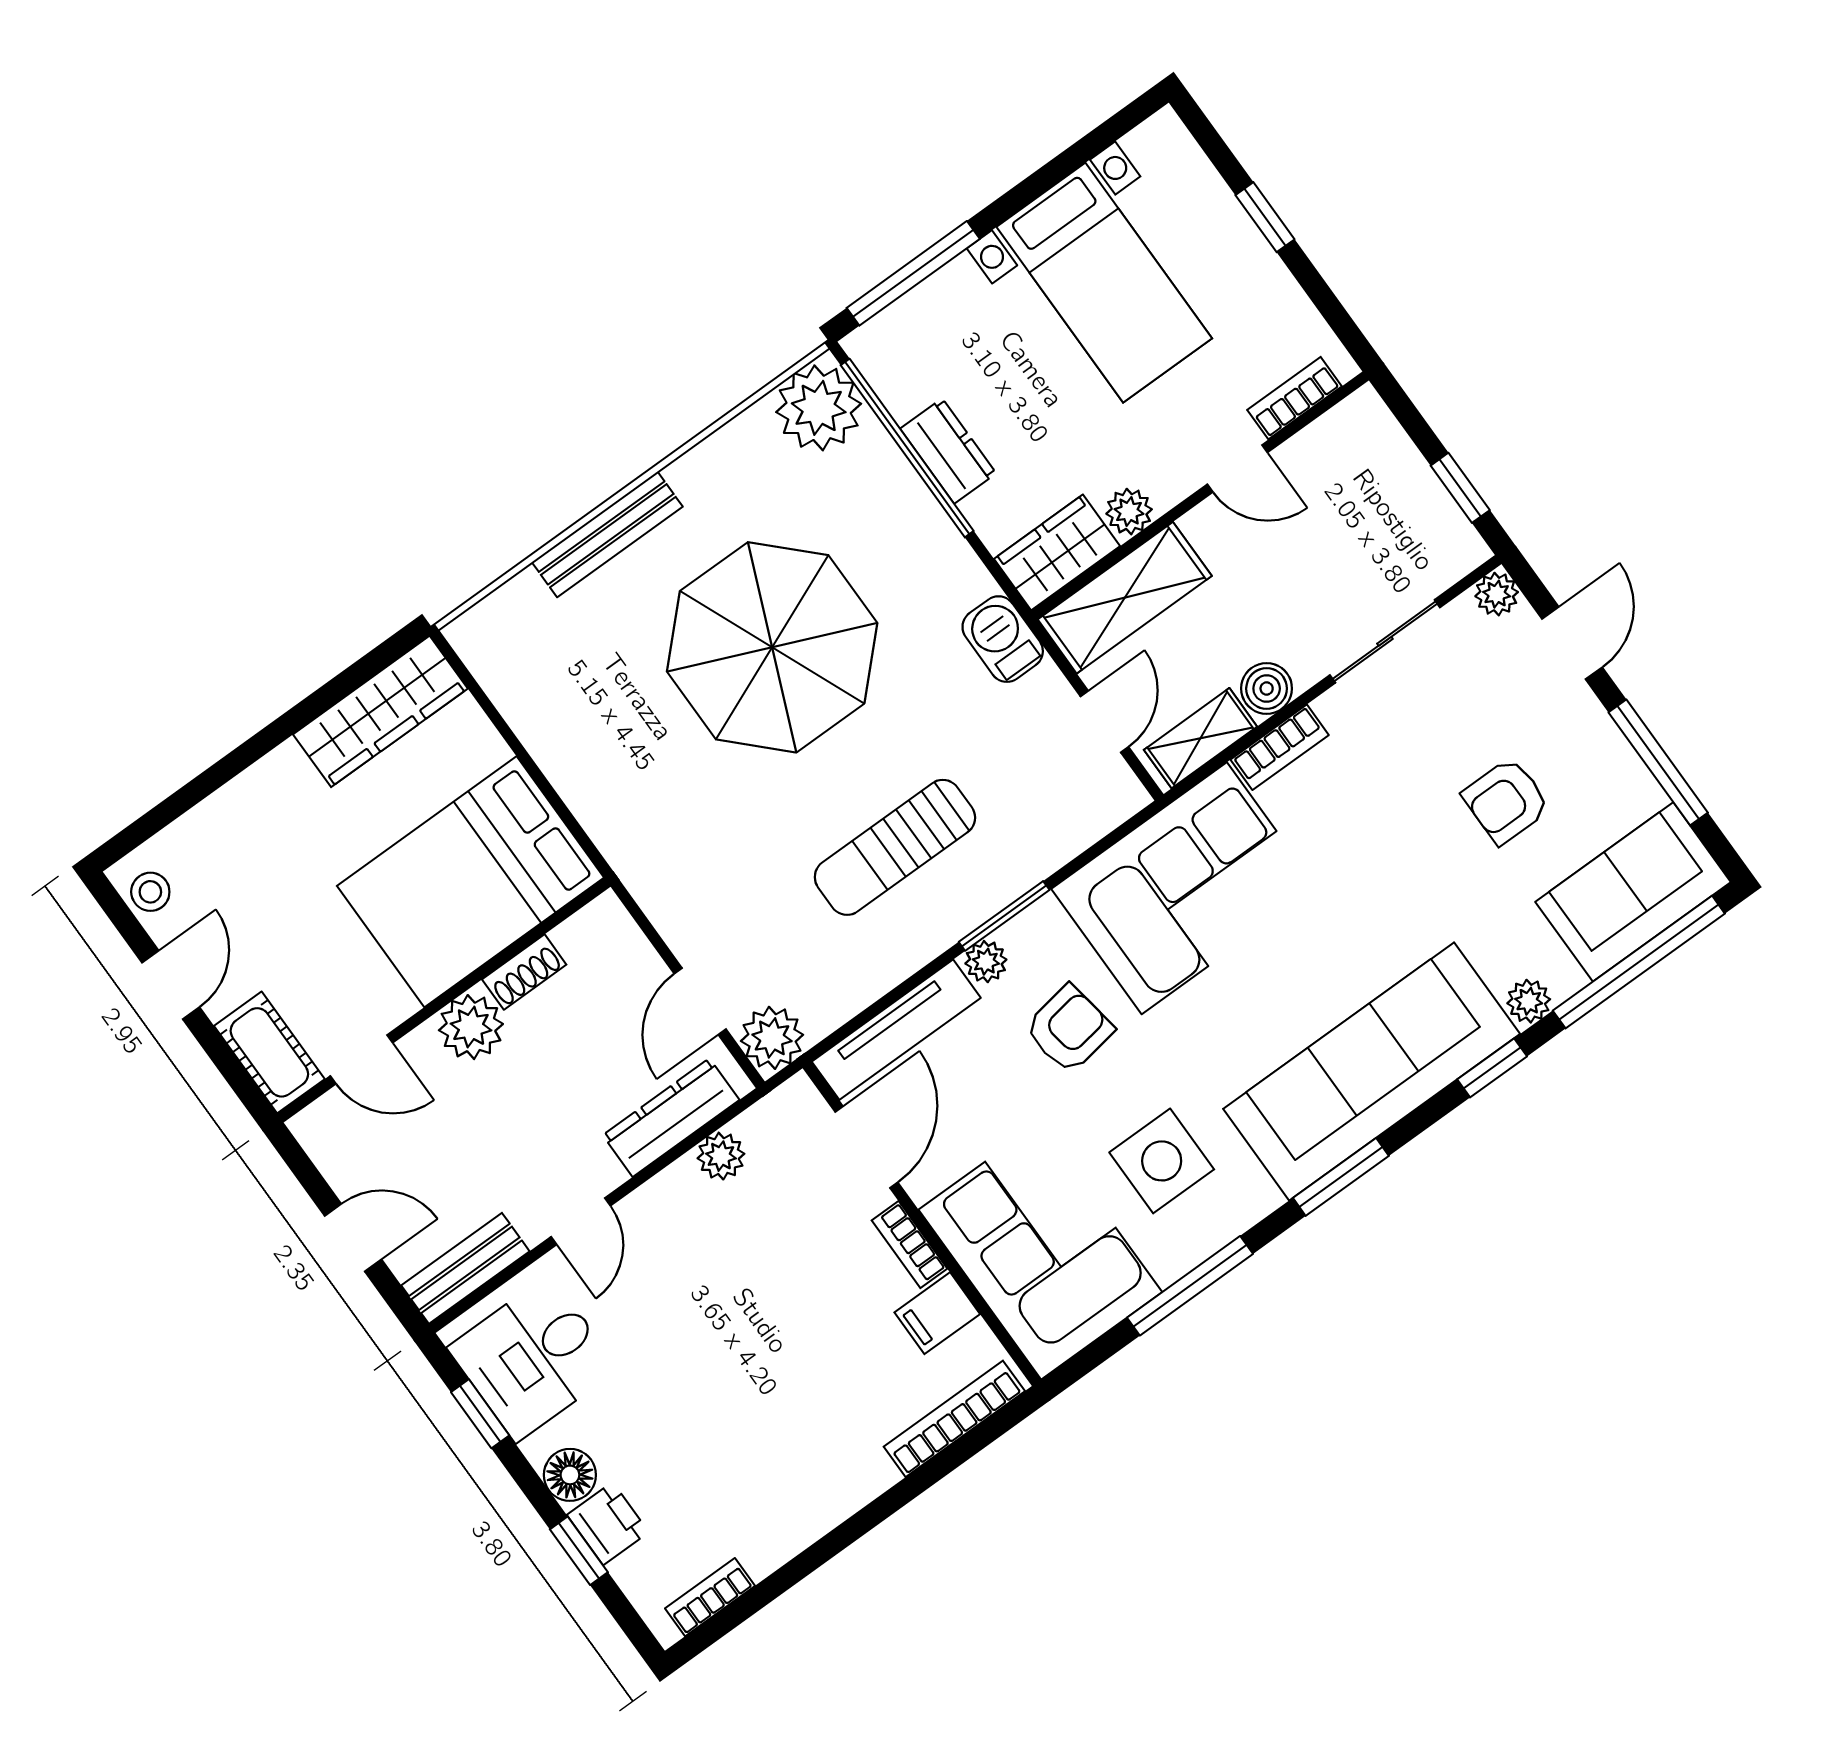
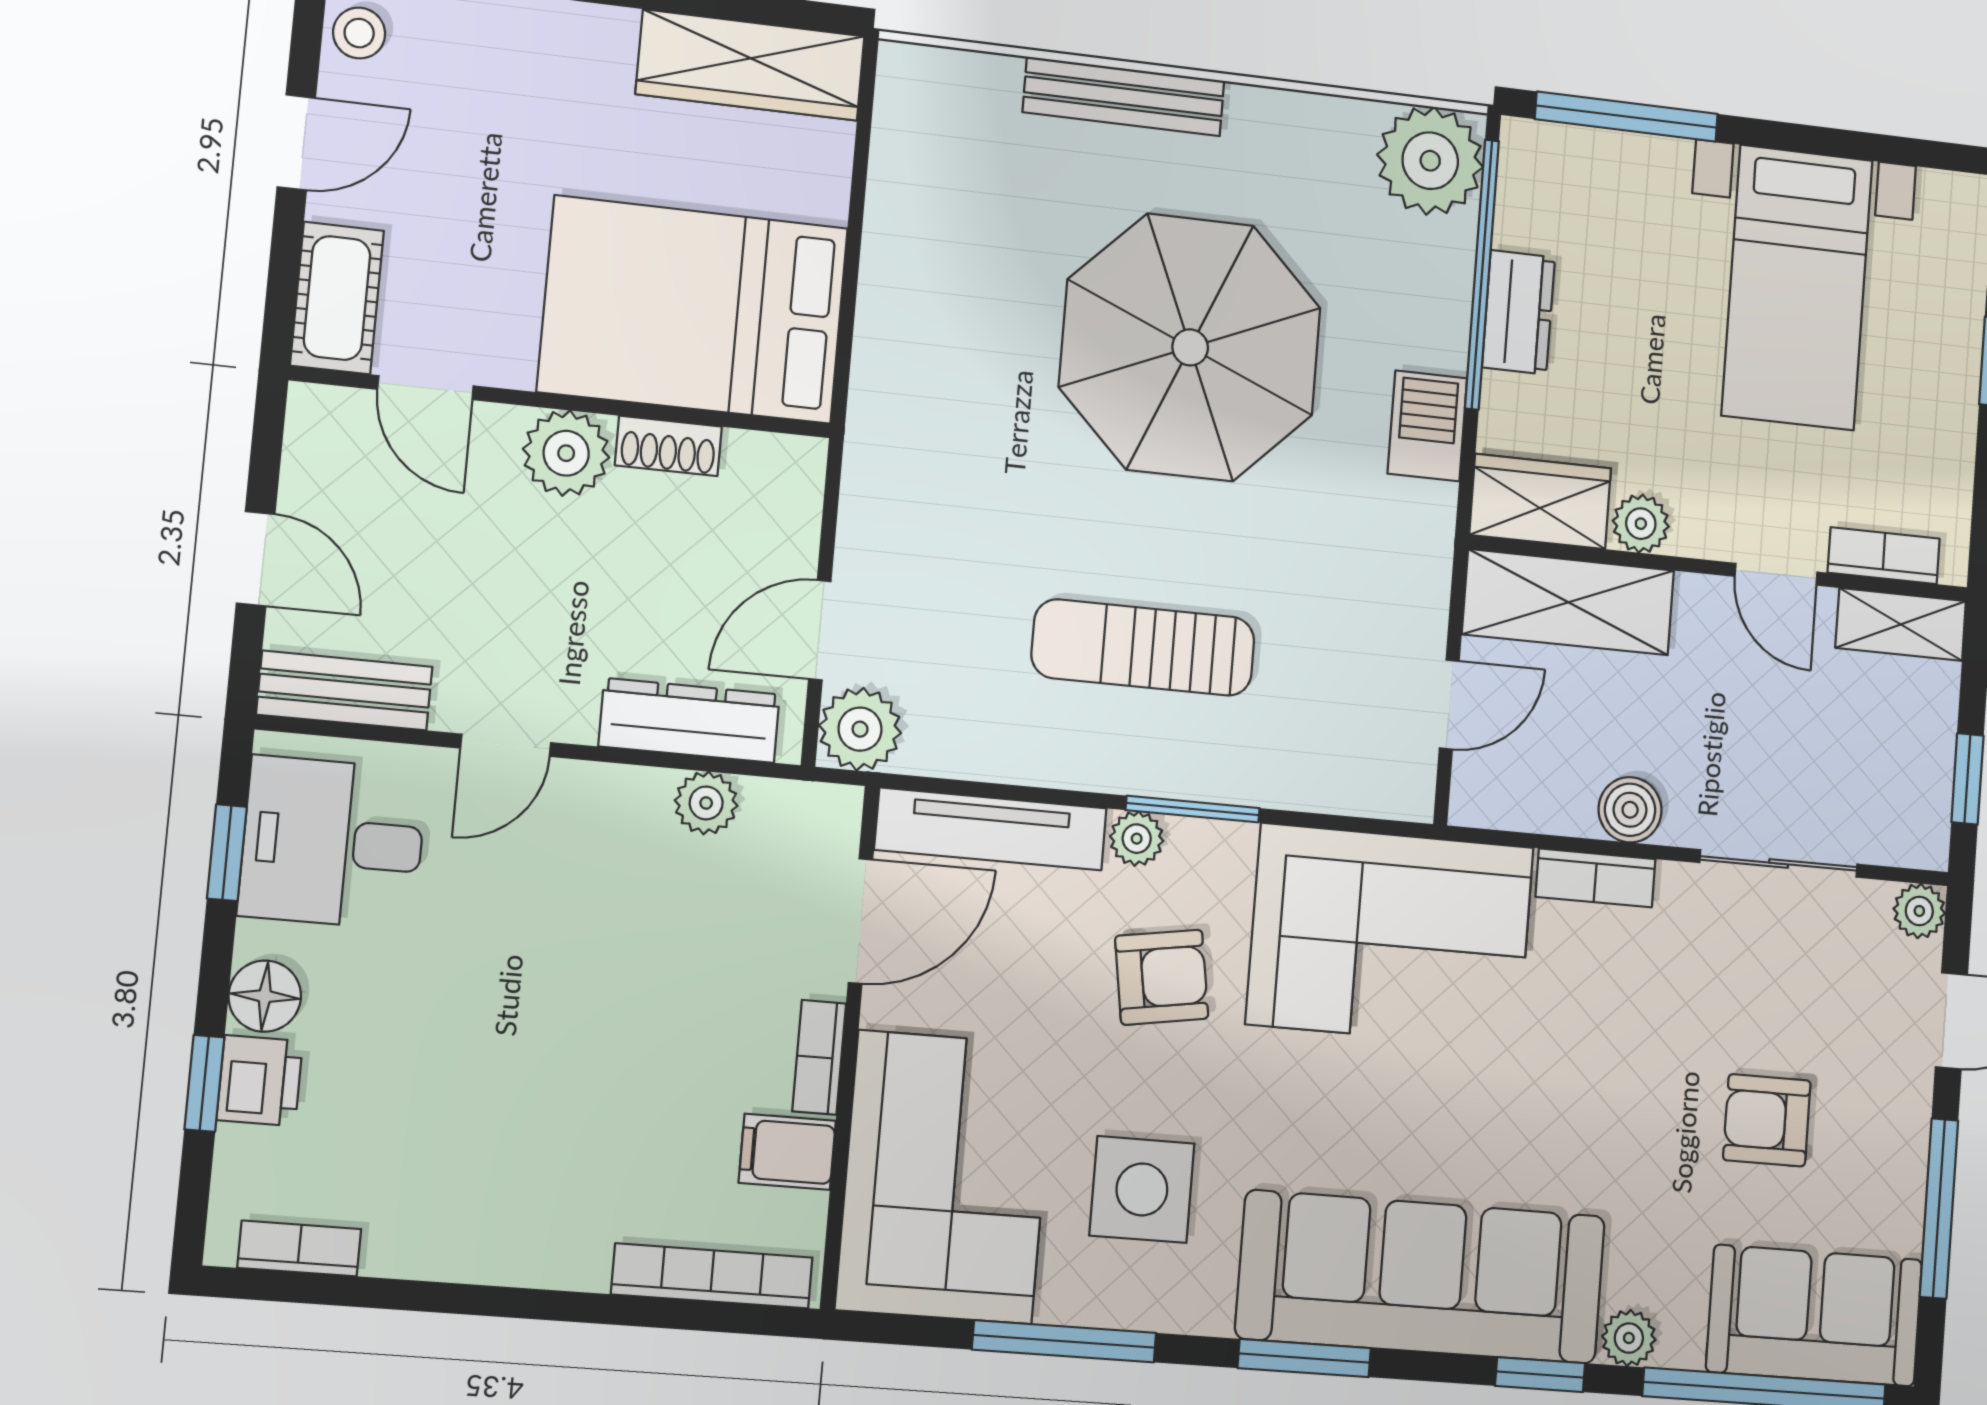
barbecue: (1003, 639) -> (1427, 426), moved
shelving: (1201, 738) -> (1901, 624), moved

